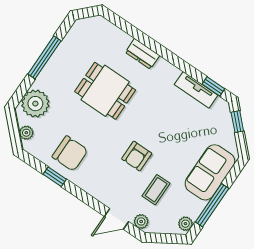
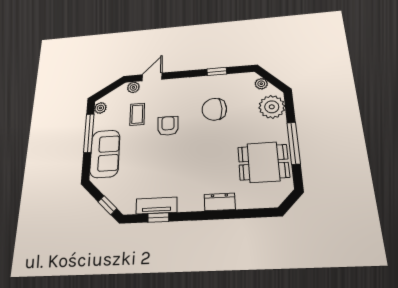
window: (213, 86) -> (158, 218), moved
dining table: (105, 91) -> (263, 162), moved
chair: (70, 154) -> (214, 109), moved

